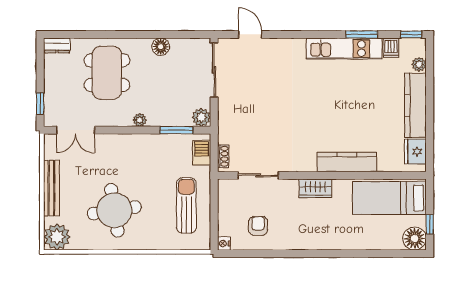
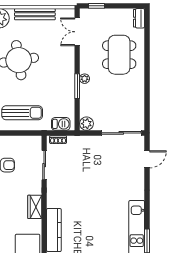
floor lamp: (161, 47) -> (138, 94), removed
dining table: (107, 73) -> (119, 55), turned 90
window: (176, 130) -> (77, 86), moved

